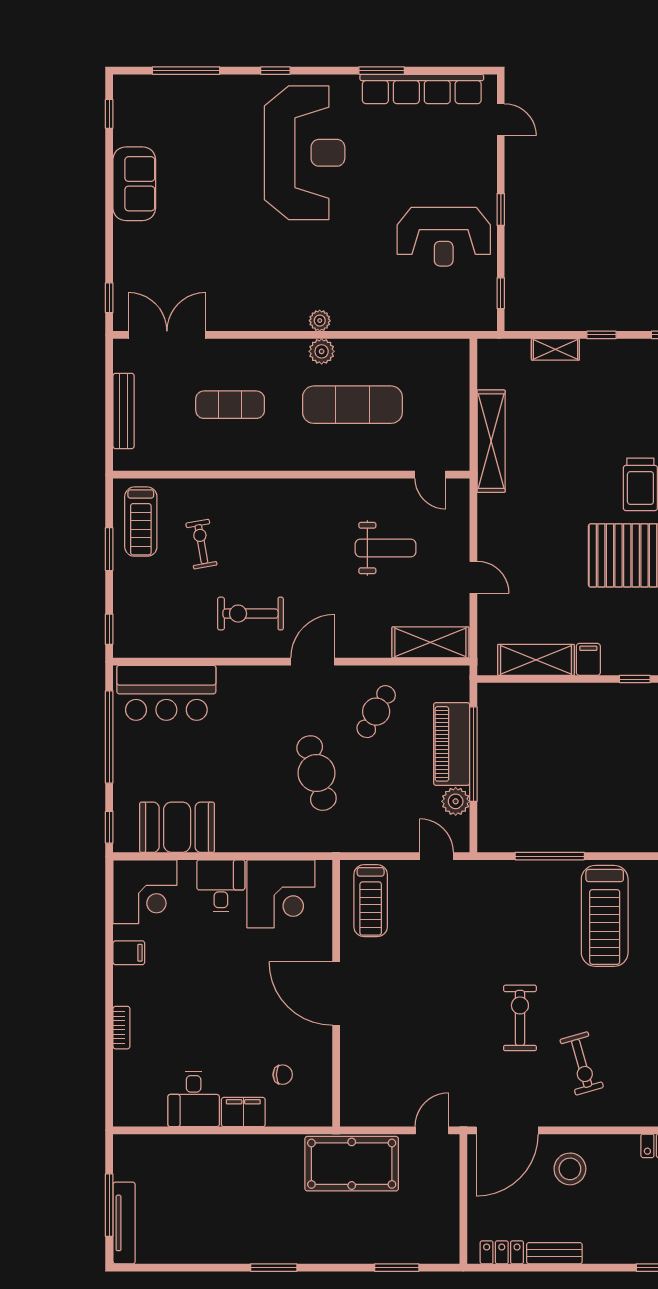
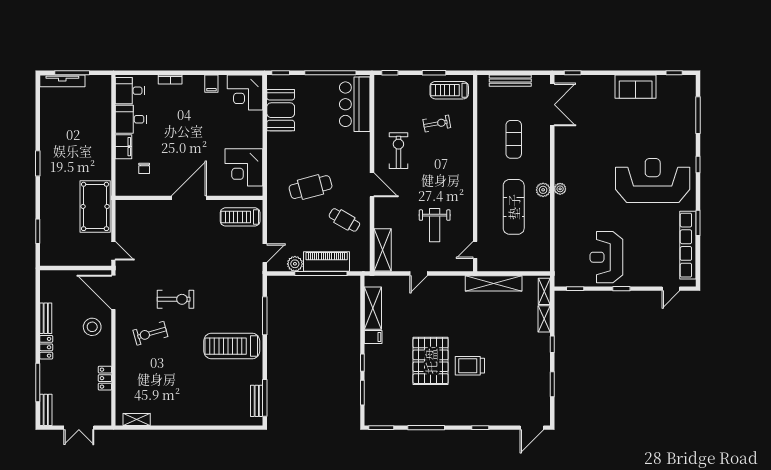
reception desk: (305, 153) -> (653, 180), turned 180
shelving: (506, 349) -> (544, 291), added
desk: (221, 886) -> (130, 91), moved, turned 180
locker: (502, 1252) -> (46, 347), moved

